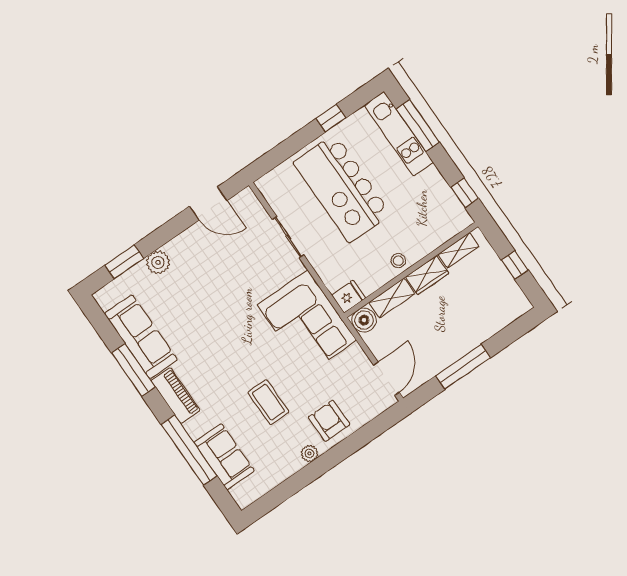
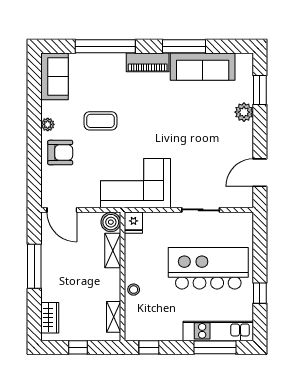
stool: (398, 261) -> (134, 290), moved
wardrobe: (427, 275) -> (50, 318), moved, turned 180
sofa: (224, 457) -> (54, 76), moved, turned -90

